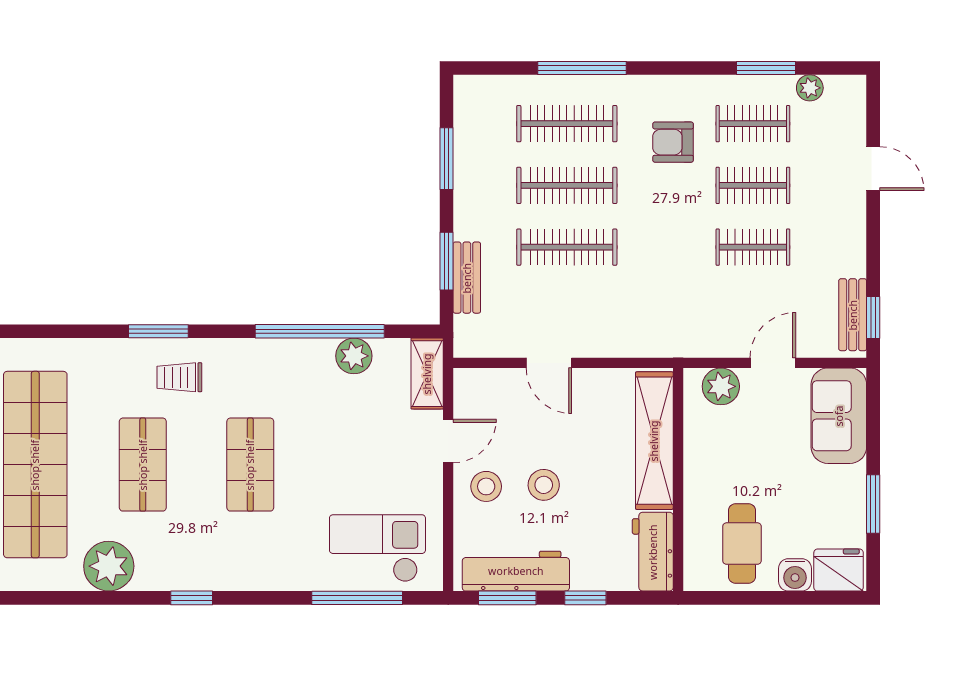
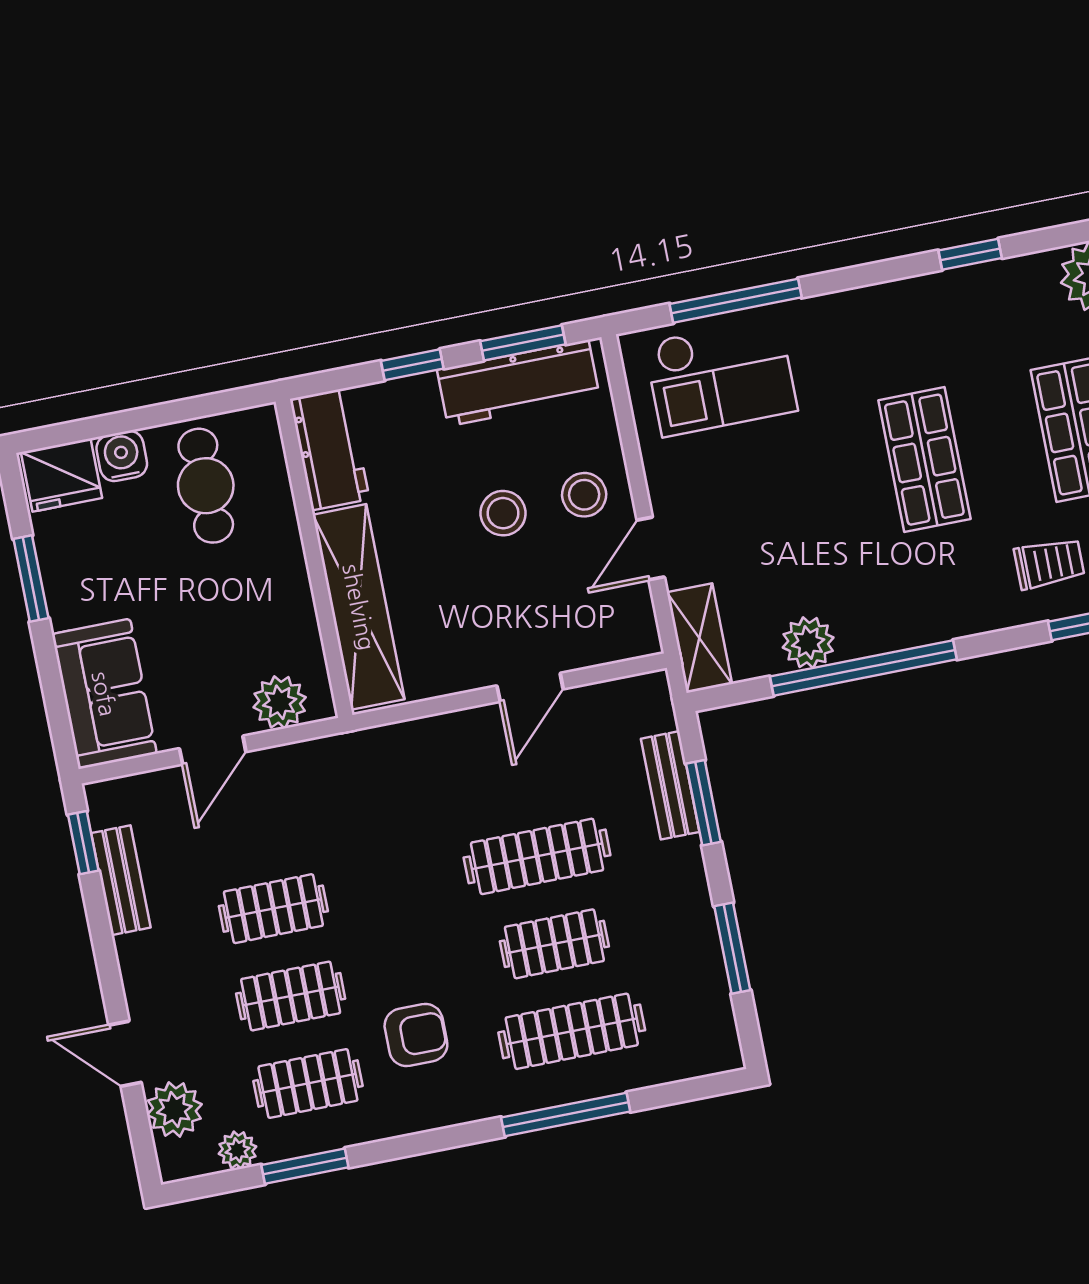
plant: (847, 124) -> (174, 1110), added
clothes rail: (567, 185) -> (554, 944), width x0.73
bench: (853, 315) -> (121, 880), moved
door: (549, 363) -> (530, 687), swing flipped

